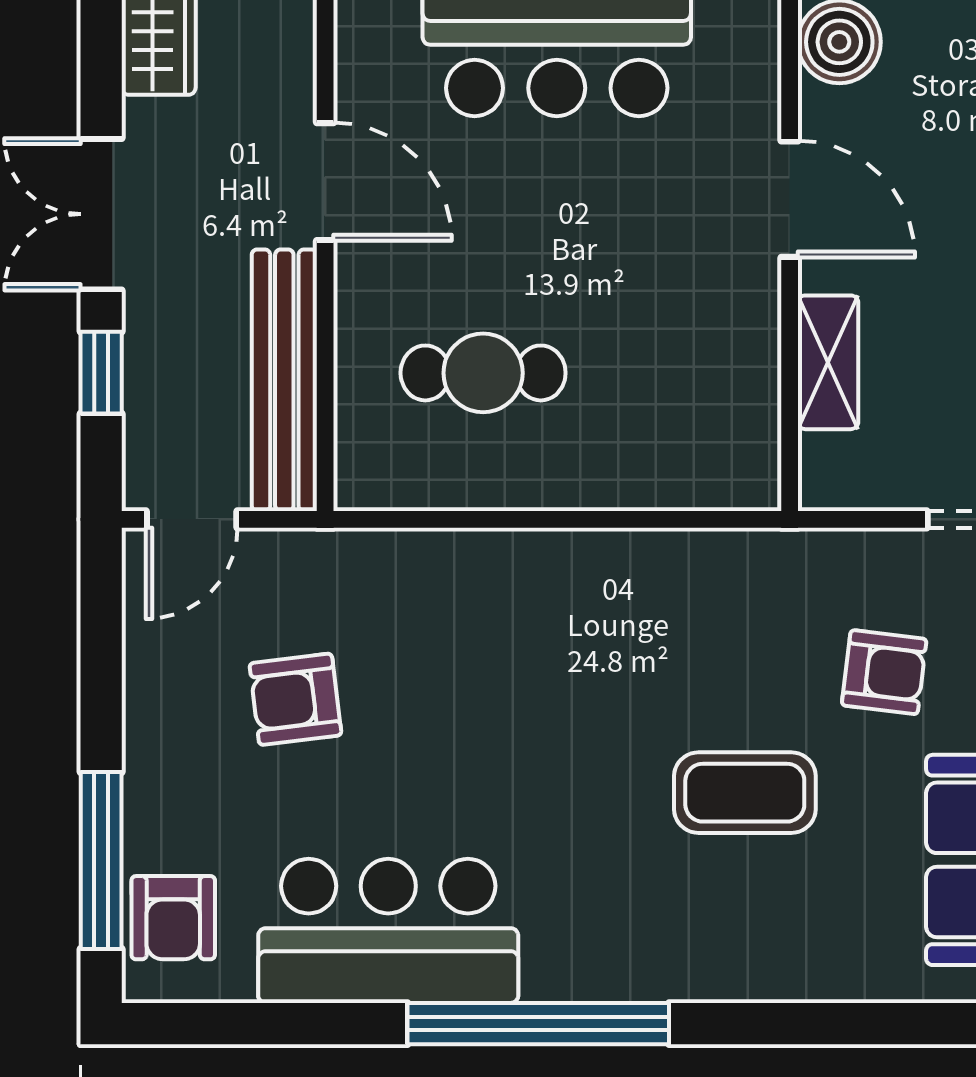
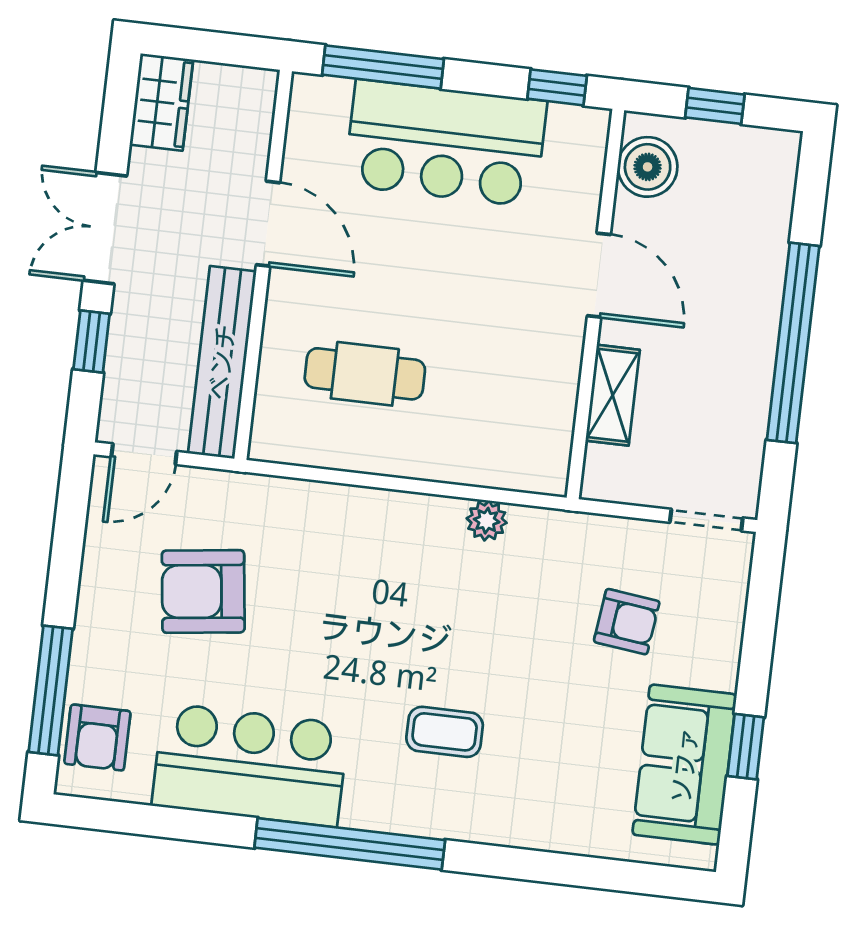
plant: (675, 556) -> (487, 521), added
armchair: (295, 699) -> (203, 591), width x1.38, depth x1.38
coffee table: (745, 793) -> (445, 732), moved, width x0.73, depth x0.77

